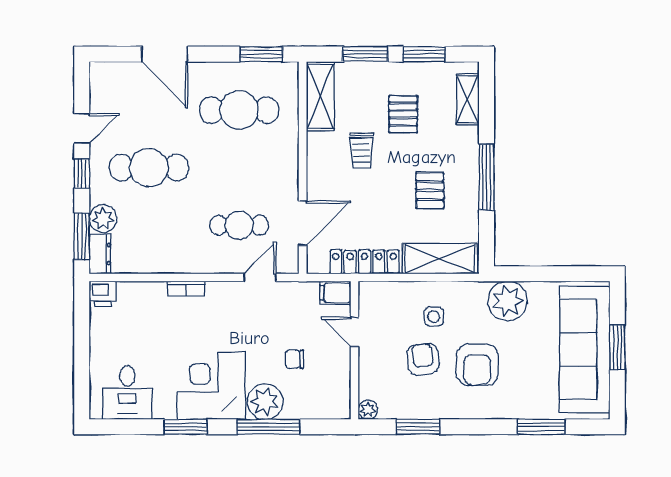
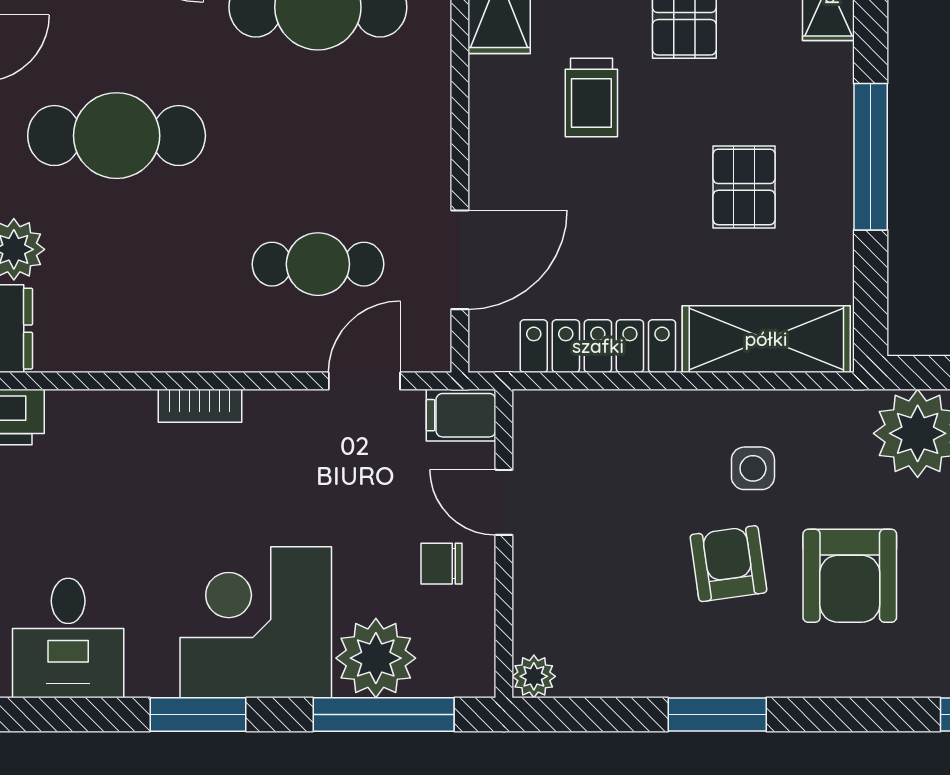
filing cabinet: (335, 293) -> (461, 415), moved
door: (354, 332) -> (504, 502), moved
wall: (354, 350) -> (504, 544), moved
plant: (368, 410) -> (534, 676), moved

